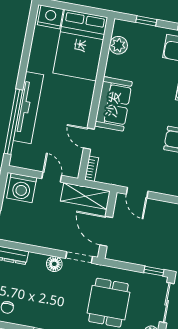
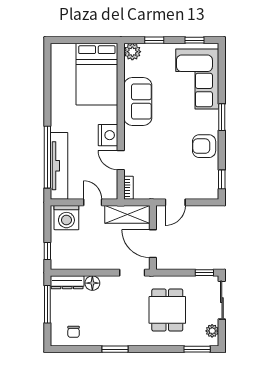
nightstand: (50, 17) -> (108, 135), moved, turned 90
plant: (118, 45) -> (132, 52), moved
sofa: (113, 104) -> (138, 102), moved
tv unit: (28, 108) -> (59, 166), moved
door: (137, 193) -> (175, 202), hinge flipped
floor lamp: (54, 264) -> (92, 283), moved

